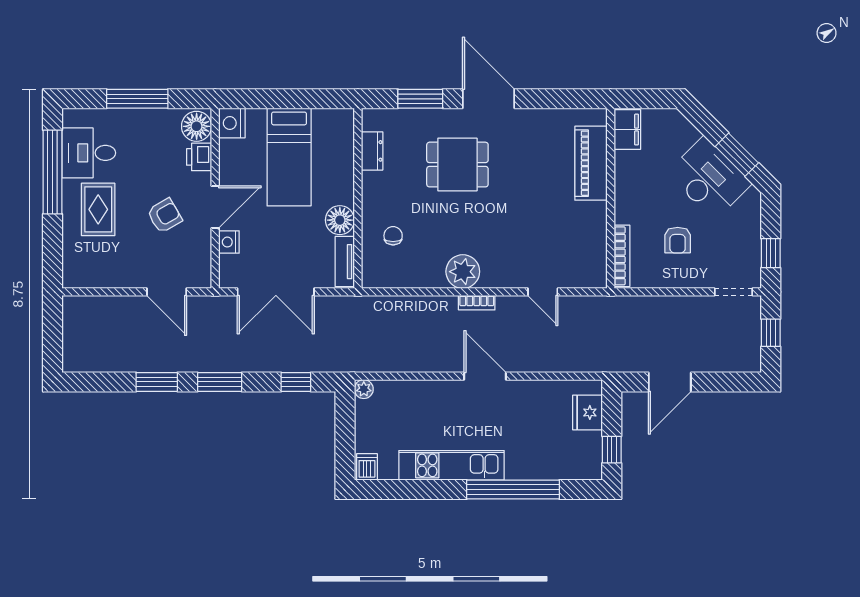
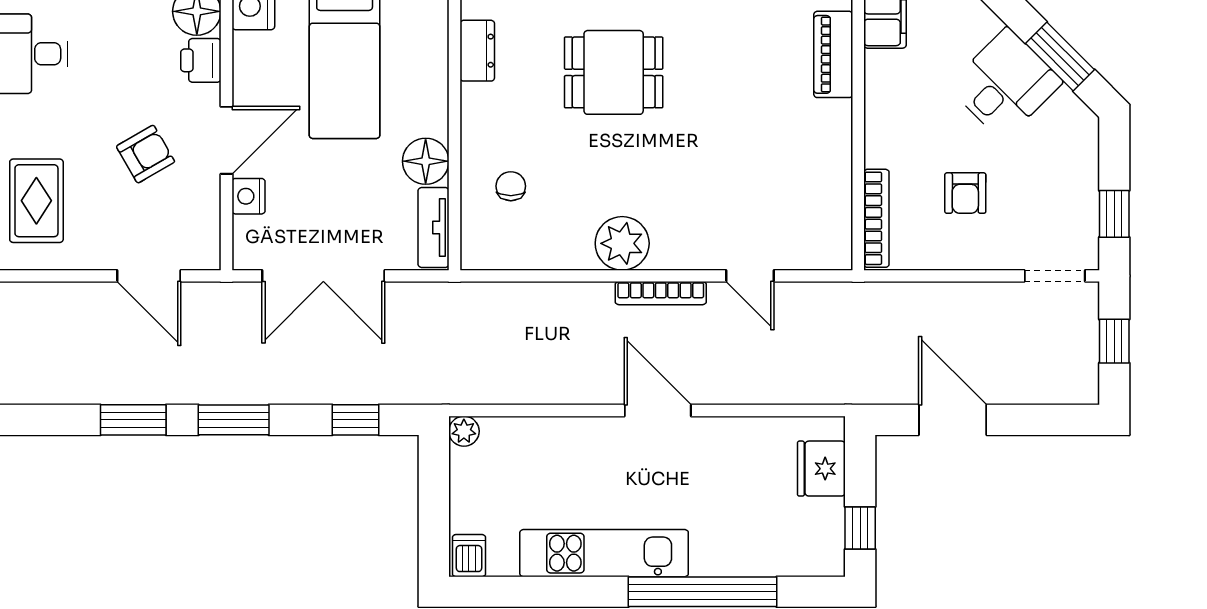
piano: (591, 163) -> (833, 54), width x0.73, depth x0.75
desk: (709, 178) -> (1005, 84), width x0.73
rug: (98, 209) -> (36, 201), moved
bookcase: (477, 303) -> (661, 293), width x1.56
door: (670, 382) -> (953, 420), swing flipped

